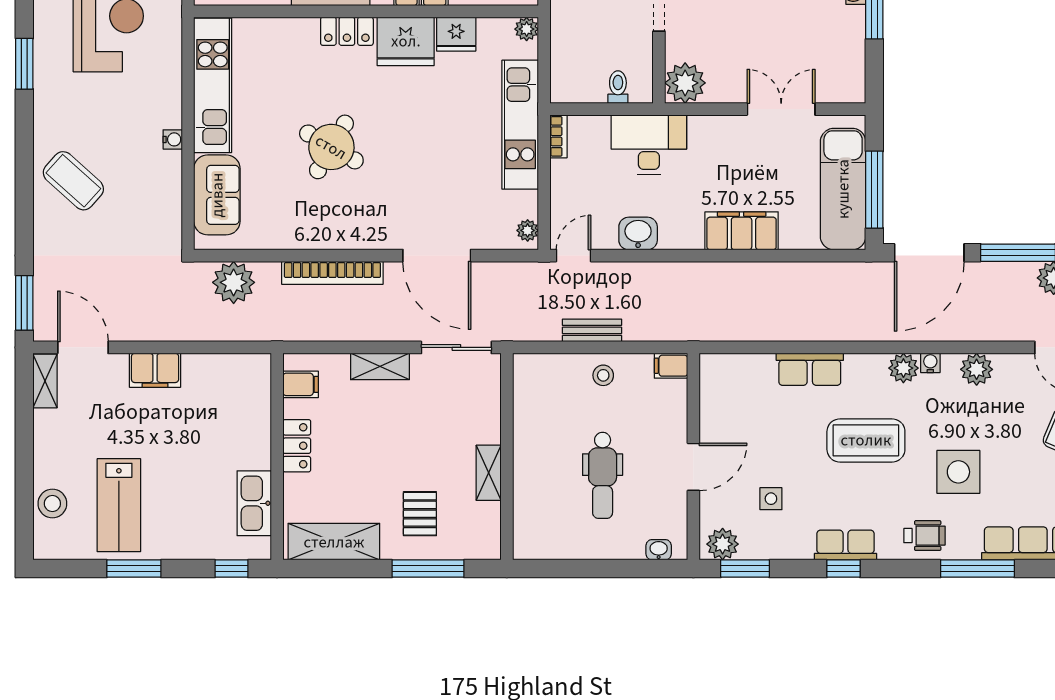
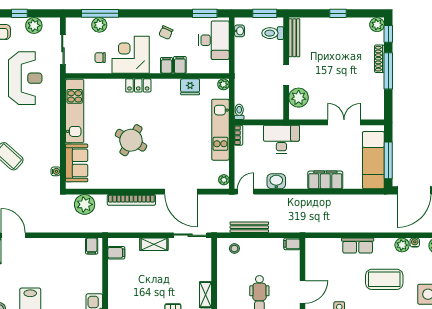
fridge: (406, 41) -> (166, 90), removed
plant: (685, 83) -> (299, 98), moved
toilet: (618, 87) -> (239, 112), moved
water cooler: (173, 139) -> (56, 171), moved
bench: (592, 330) -> (249, 227), width x1.36
filing cabinet: (155, 370) -> (92, 246), moved, width x0.50
stool: (603, 375) -> (234, 249), moved
locker: (297, 446) -> (115, 282), removed

